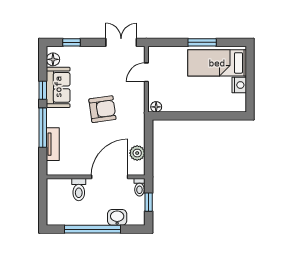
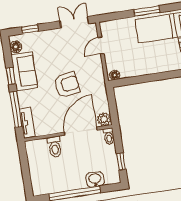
wall: (96, 177) -> (68, 133), moved
door: (110, 177) -> (81, 131), moved
toilet: (139, 187) -> (109, 136), moved
toilet: (79, 190) -> (55, 147), moved

